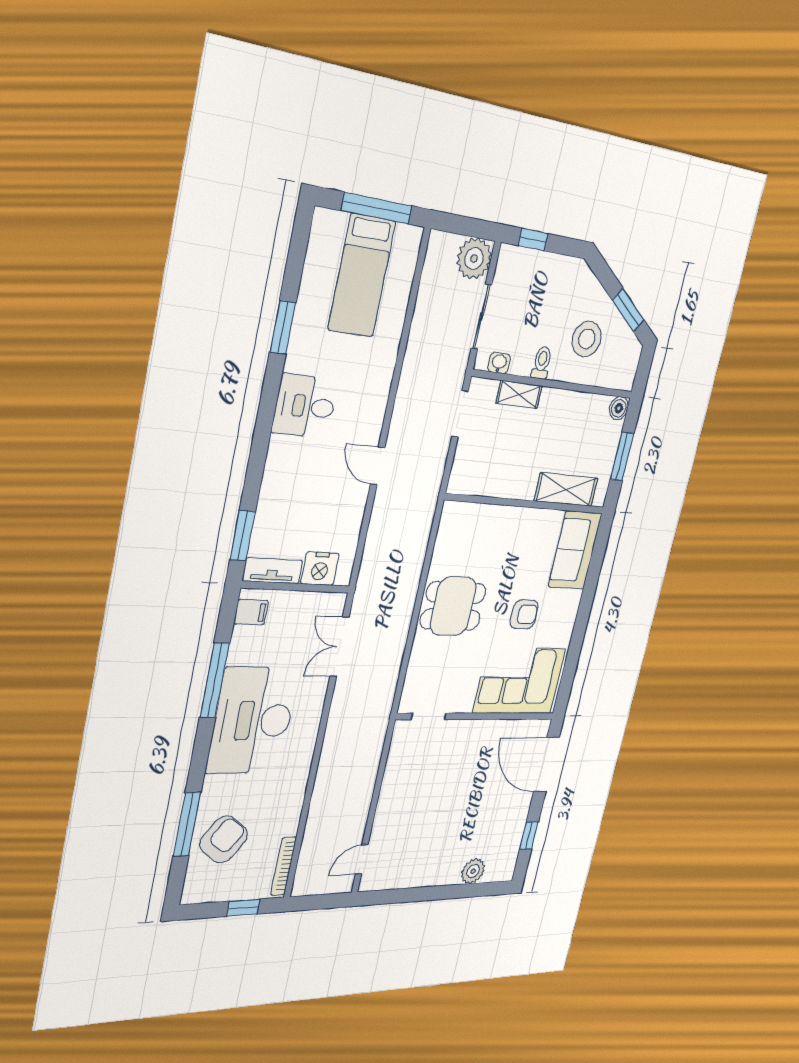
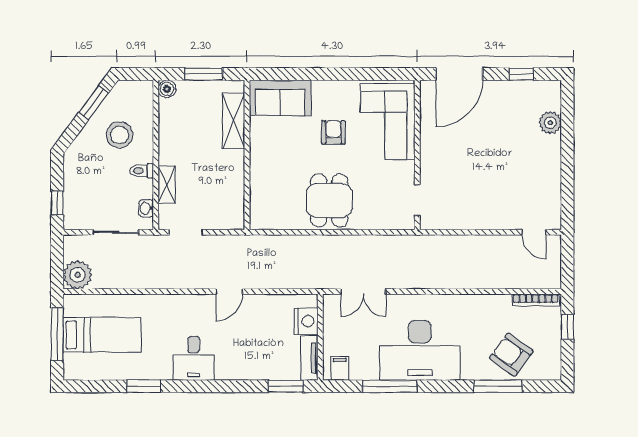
plant: (474, 258) -> (77, 275), moved

